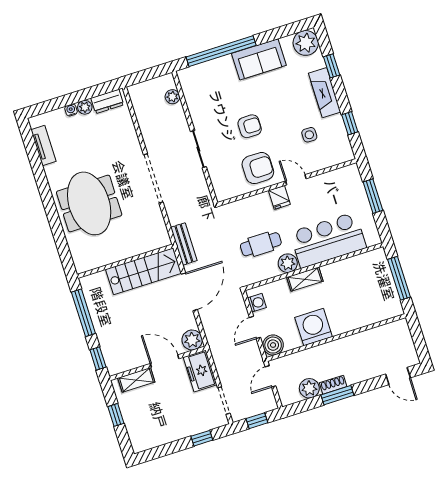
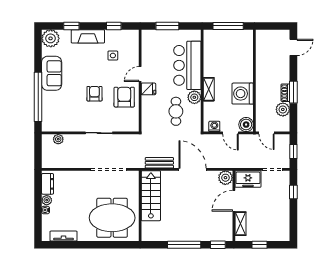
wall: (125, 261) -> (140, 206), moved
stairs: (143, 271) -> (151, 196), moved

